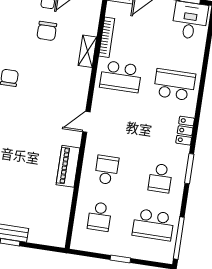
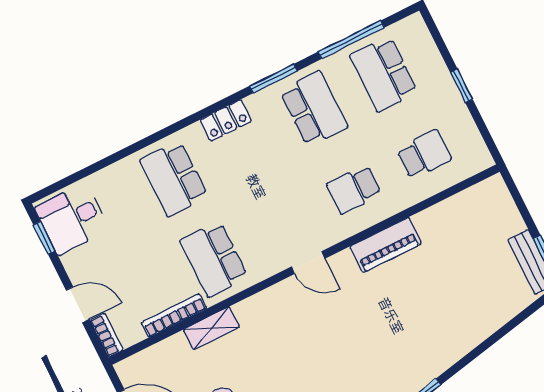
school desk: (121, 77) -> (214, 259), turned 180
school desk: (160, 178) -> (314, 109), width x1.85
school desk: (153, 225) -> (384, 74), turned 180
window: (179, 238) -> (351, 40), moved

